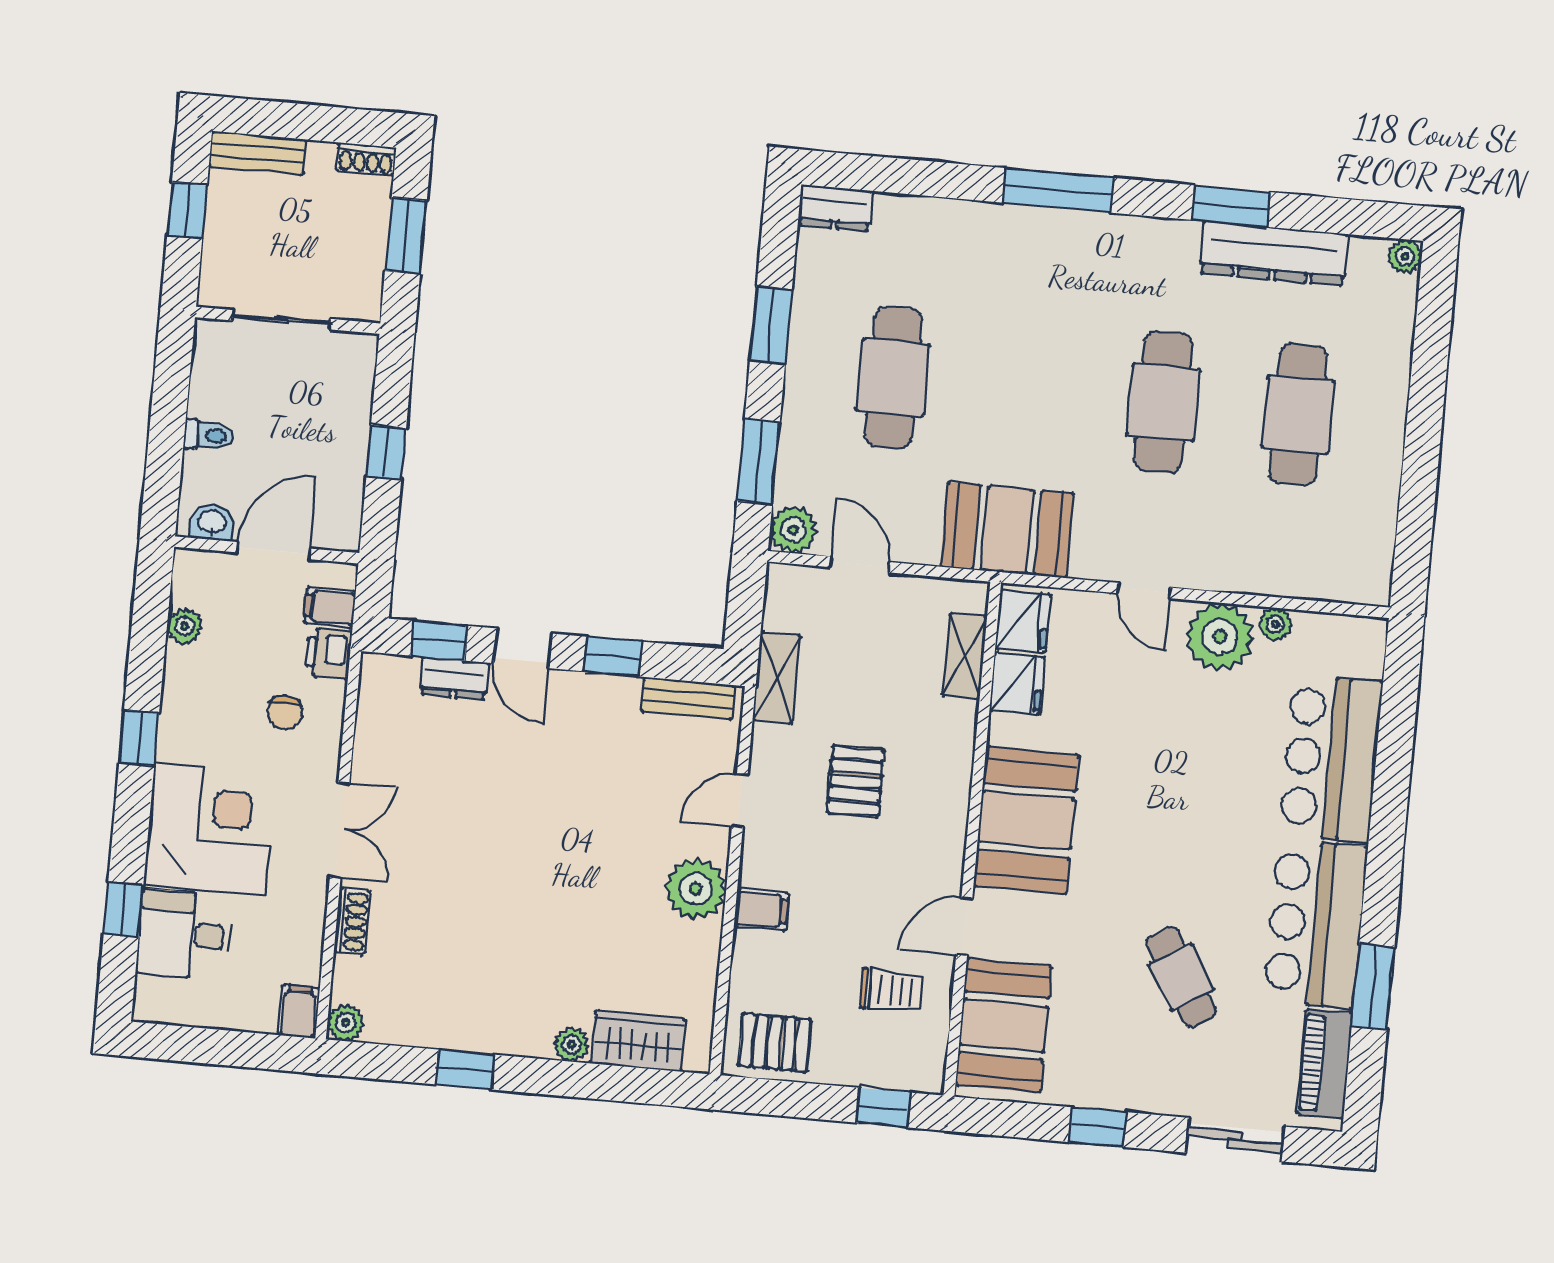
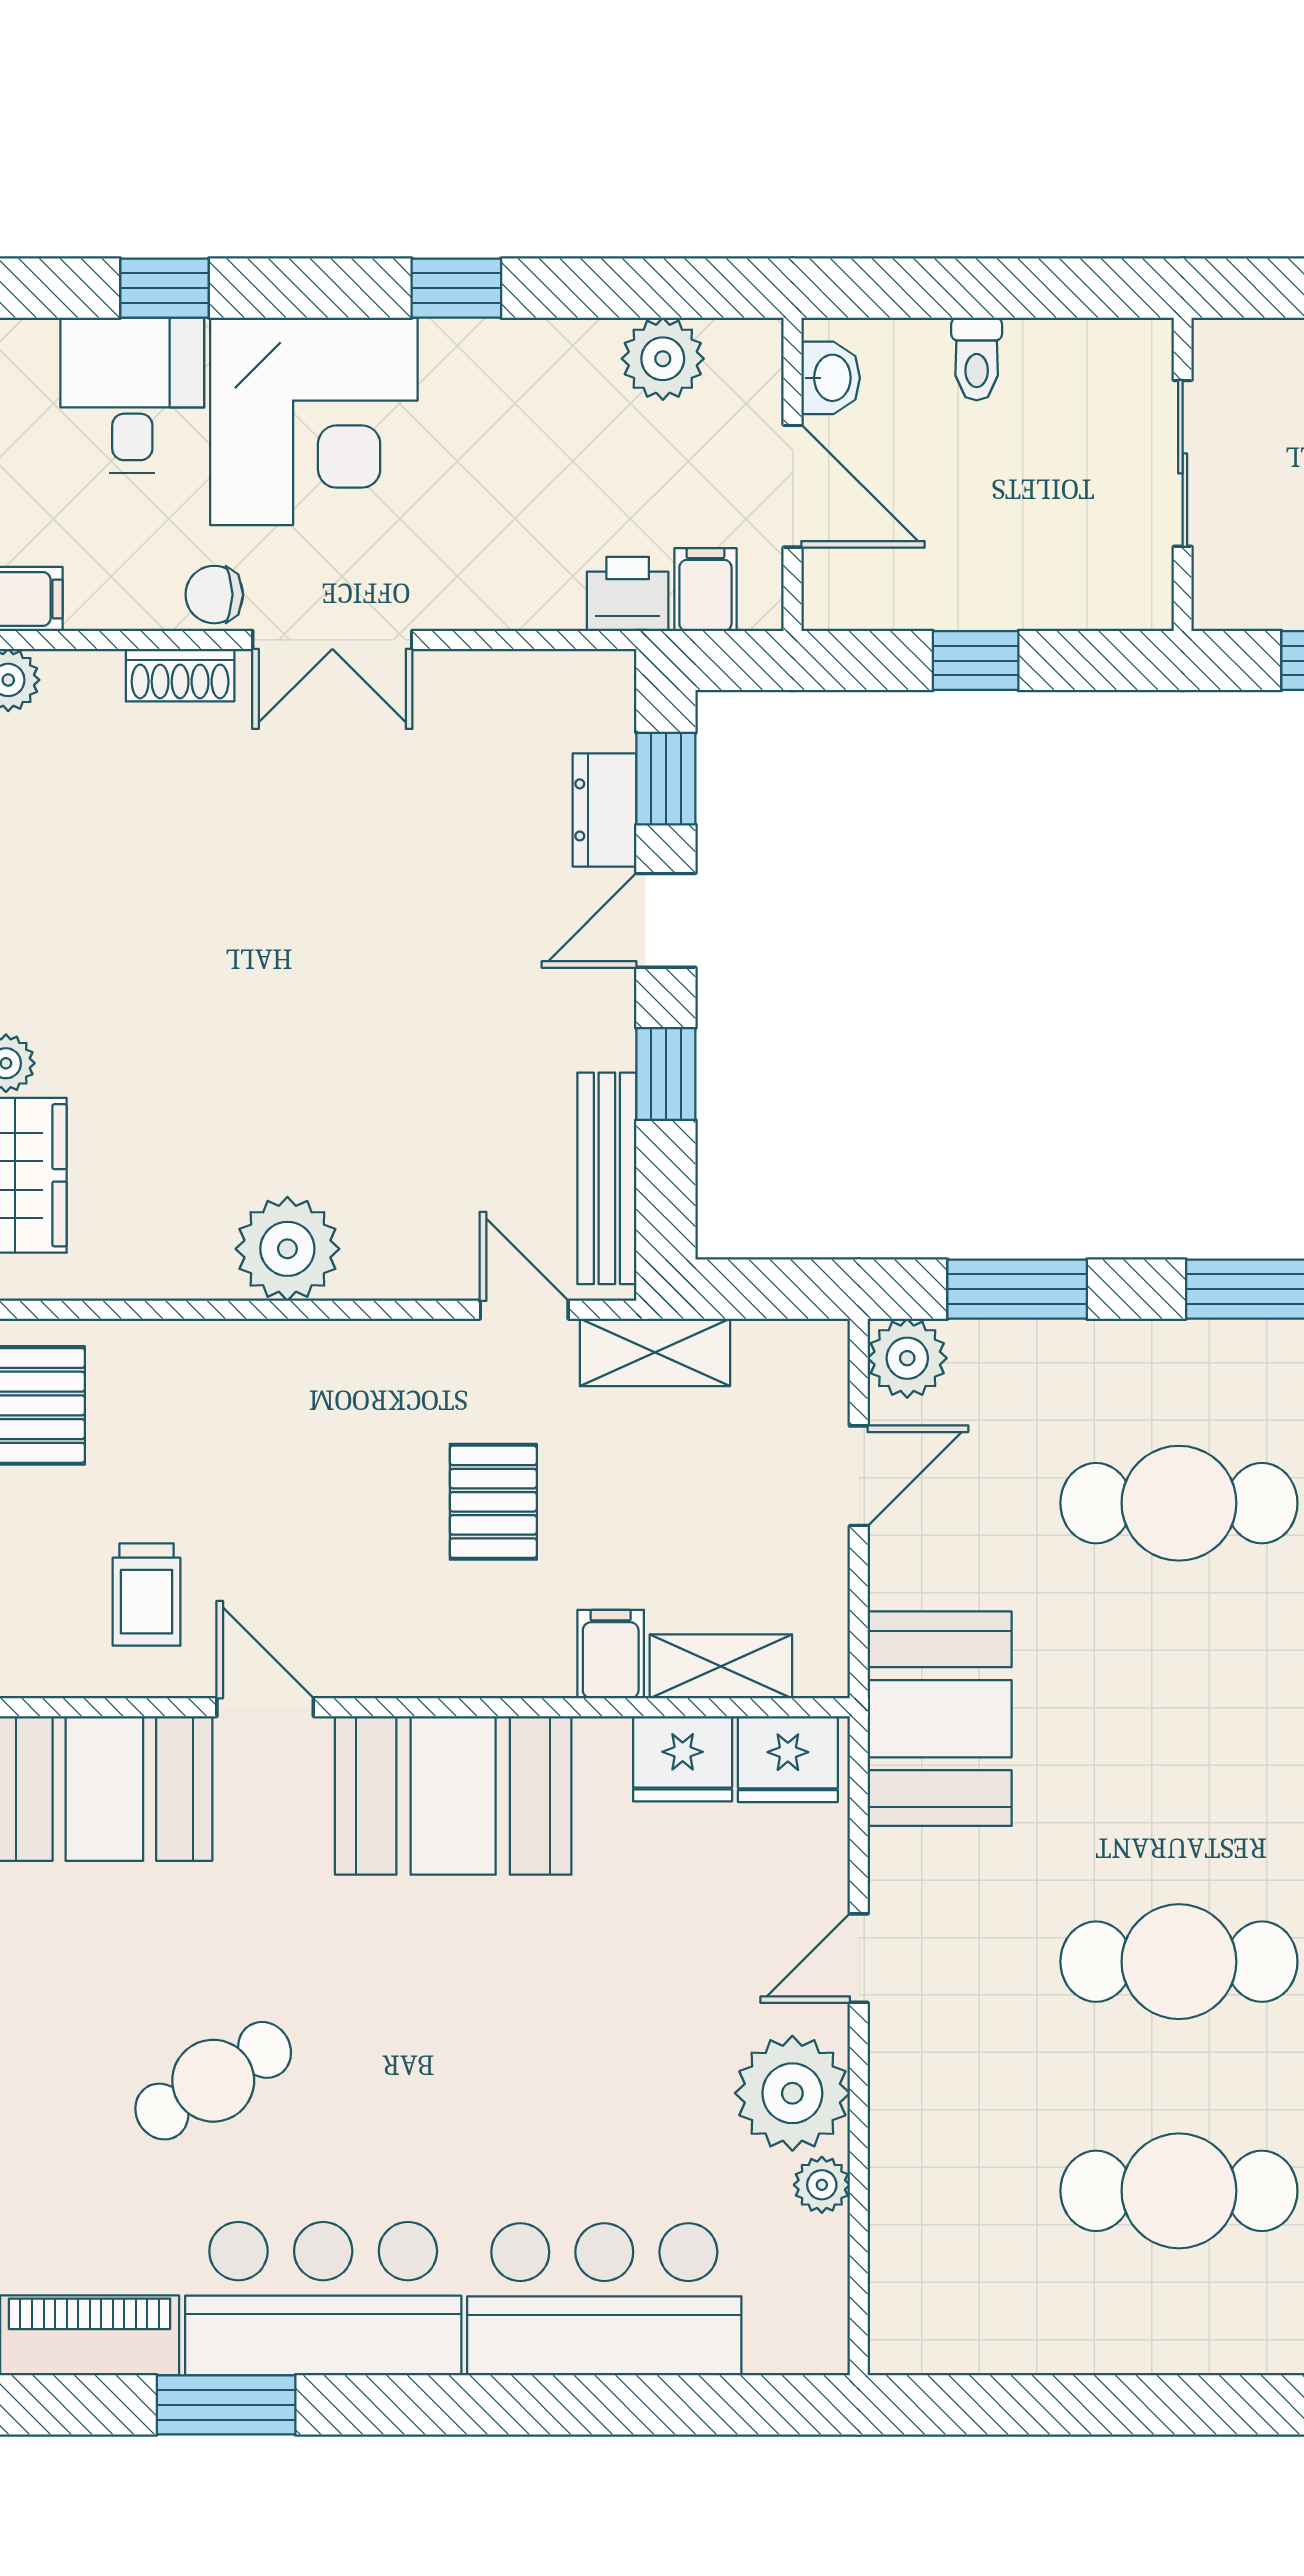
plant: (185, 626) -> (663, 359), width x1.38, depth x1.38
bench: (688, 698) -> (607, 1178), width x1.36
chair: (285, 713) -> (214, 595), moved
pallet: (856, 781) -> (493, 1502), turned 90
door: (740, 800) -> (524, 1310), moved
filing cabinet: (761, 910) -> (611, 1654), moved, turned 180

